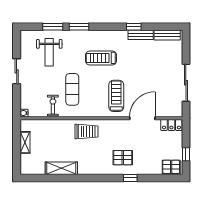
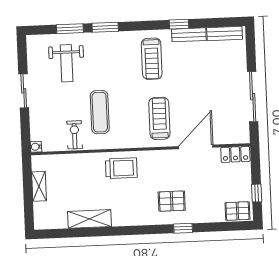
treadmill: (101, 58) -> (152, 59), moved, turned -90

